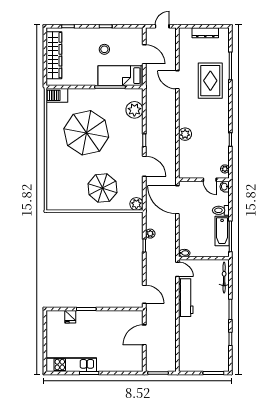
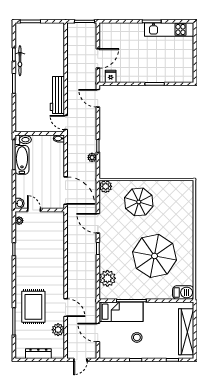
plant: (185, 134) -> (58, 330), moved
toilet: (221, 210) -> (23, 140), moved
bicycle: (224, 278) -> (20, 61), moved
fridge: (70, 317) -> (111, 76), moved

